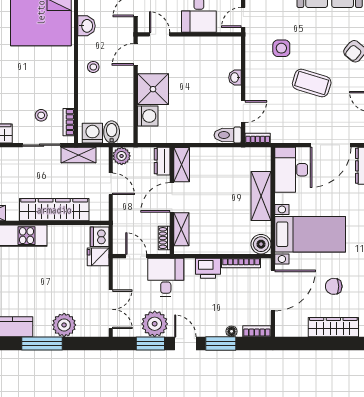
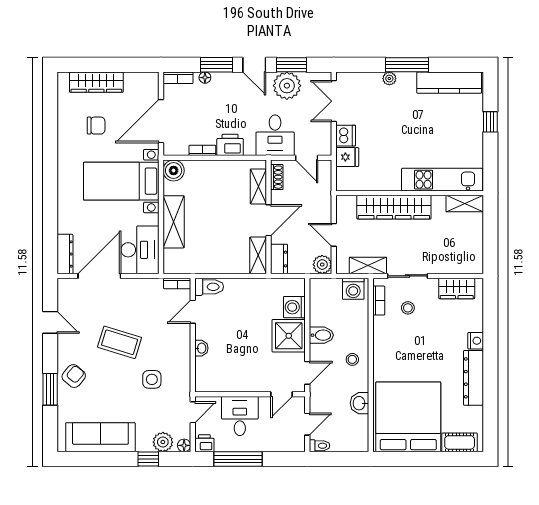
door: (160, 34) -> (282, 394), hinge flipped
bidet: (112, 132) -> (321, 335), moved, turned -90
dishwasher: (100, 237) -> (346, 136), moved
bookcase: (241, 263) -> (202, 150), width x0.64
plant: (64, 325) -> (389, 79), width x0.53, depth x0.53

